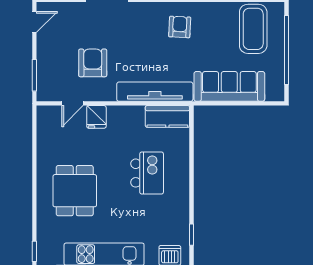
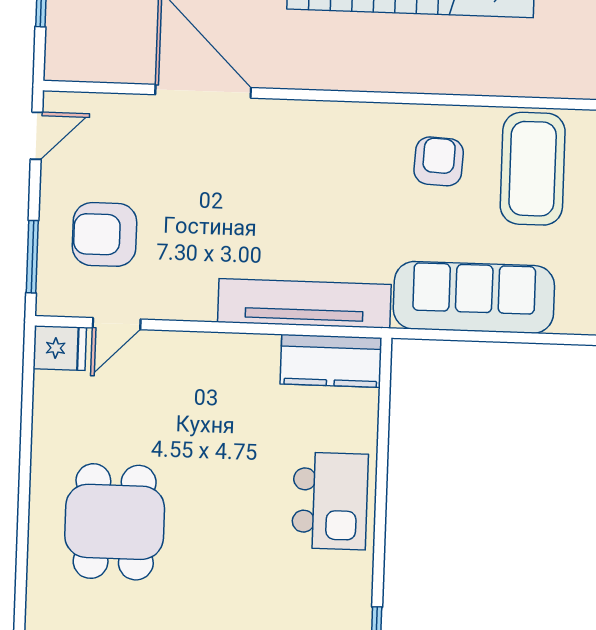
armchair: (180, 27) -> (439, 161), moved
armchair: (93, 63) -> (105, 234), moved, turned -90
fridge: (96, 117) -> (60, 348), moved, turned -90
kitchen island: (147, 173) -> (330, 501), moved

